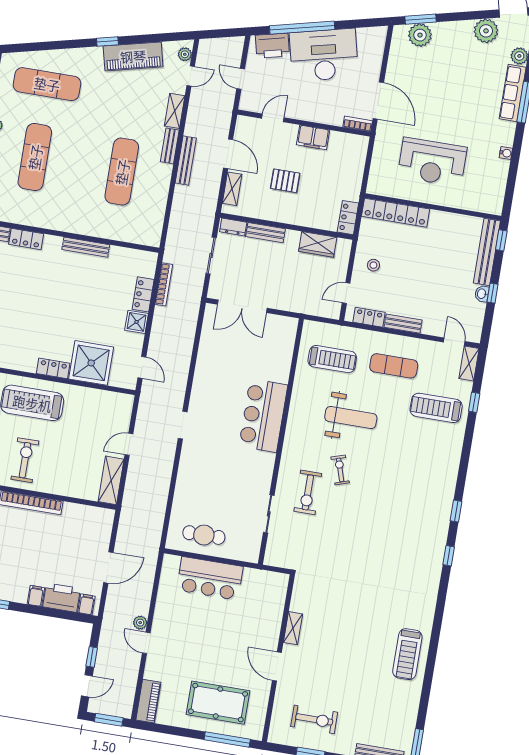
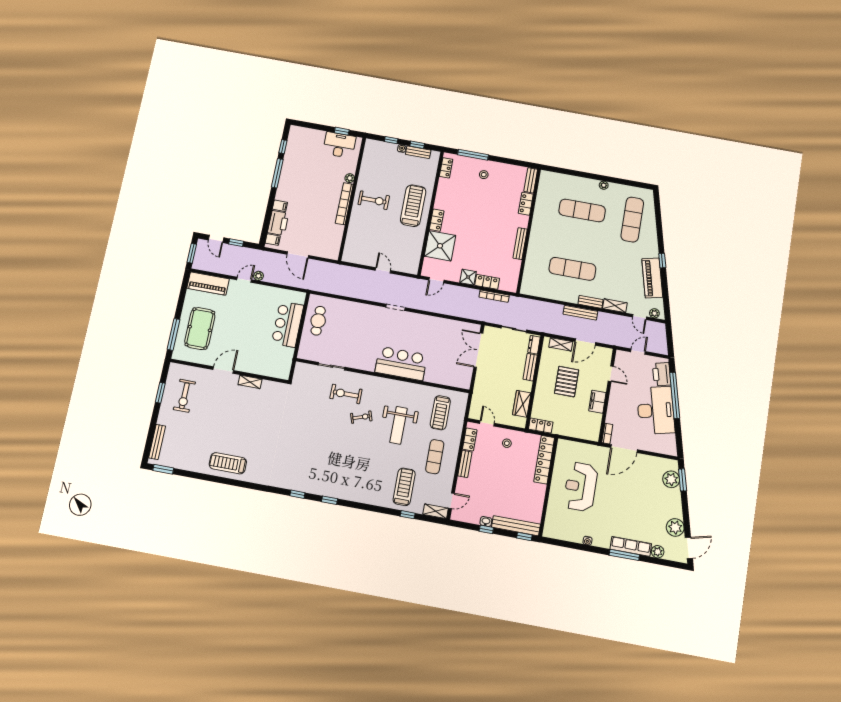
pallet: (285, 181) -> (567, 382), width x1.50, depth x1.42
shelving: (111, 480) -> (358, 258), removed
piano: (148, 701) -> (208, 284), width x1.37, depth x1.33

